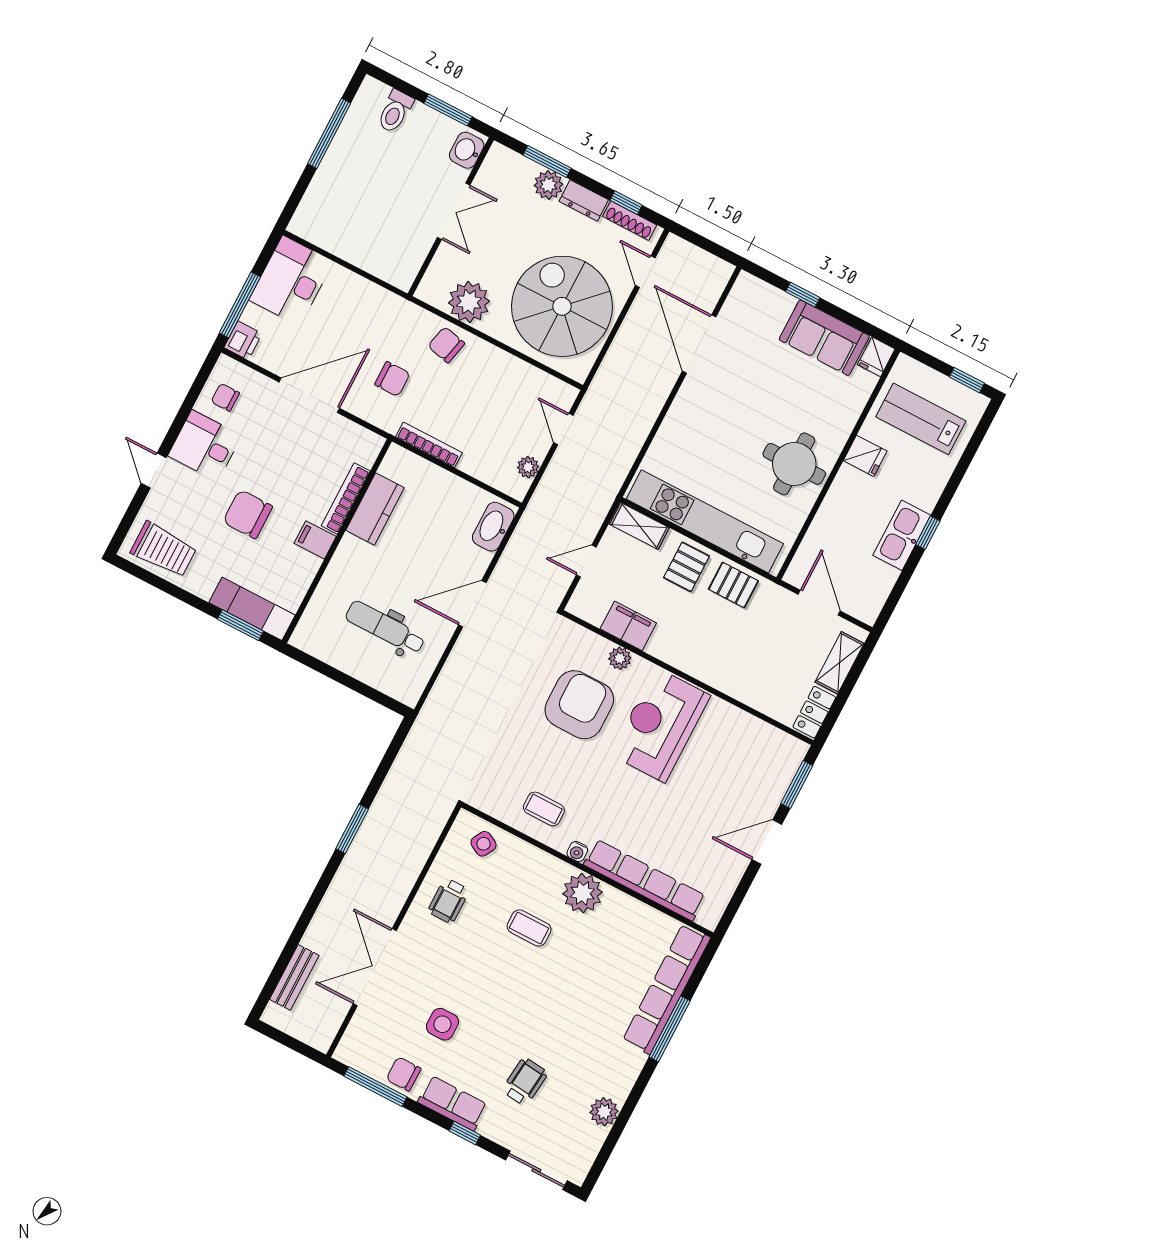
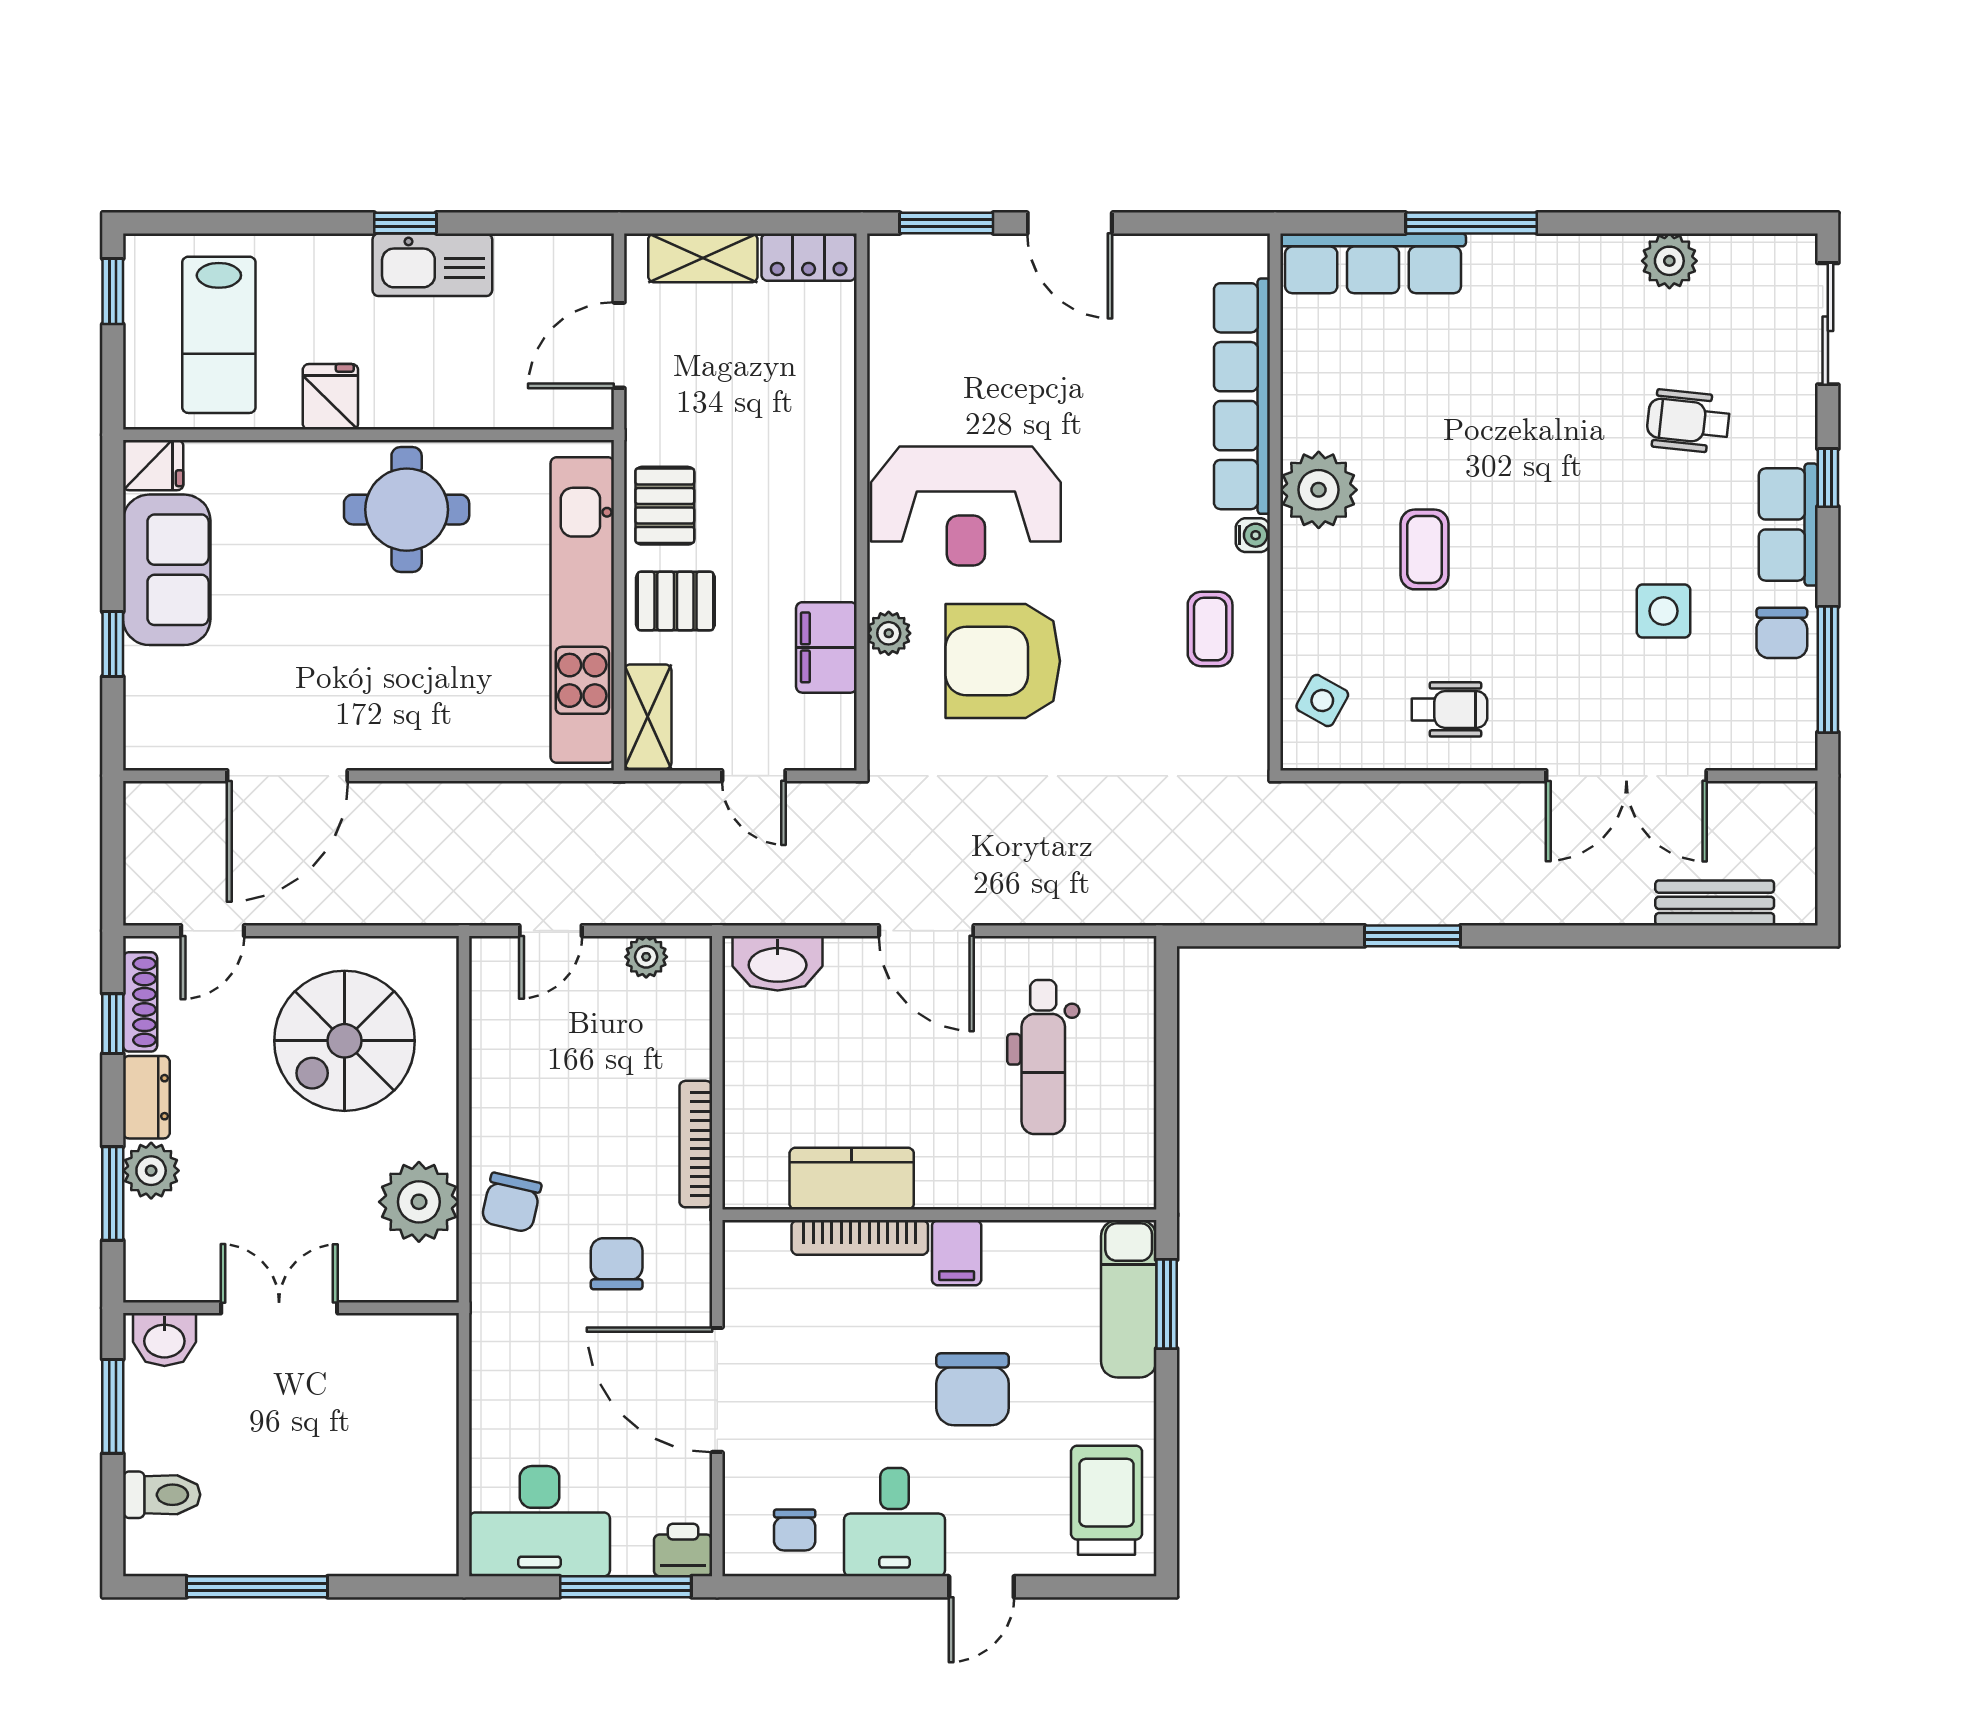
spiral stairs: (562, 306) -> (344, 1041), width x0.73, depth x0.73
row of seats: (666, 989) -> (1373, 263), width x0.73

